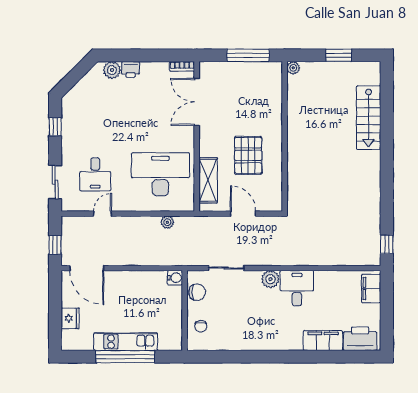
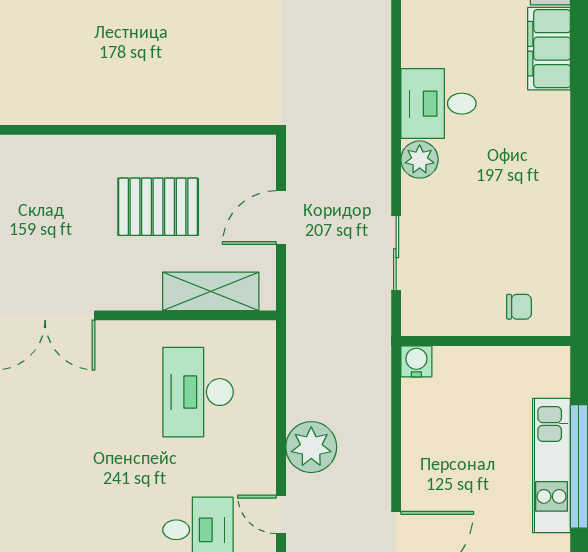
desk: (160, 174) -> (198, 392), width x0.73, depth x0.77
plant: (167, 222) -> (311, 447), moved, width x1.88, depth x1.88
chair: (197, 292) -> (447, 314), removed

